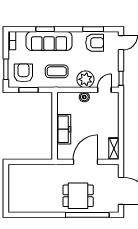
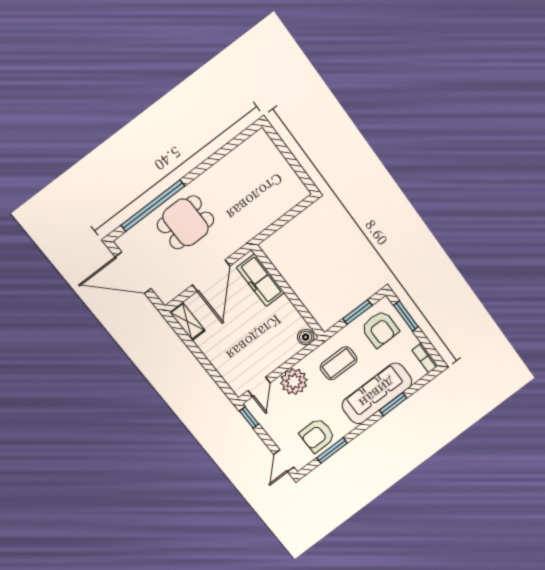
boiler: (84, 97) -> (306, 337), moved
freezer: (64, 129) -> (260, 280), moved

